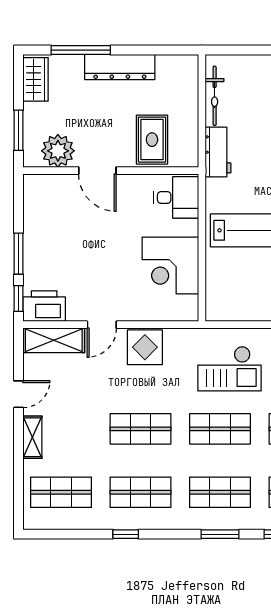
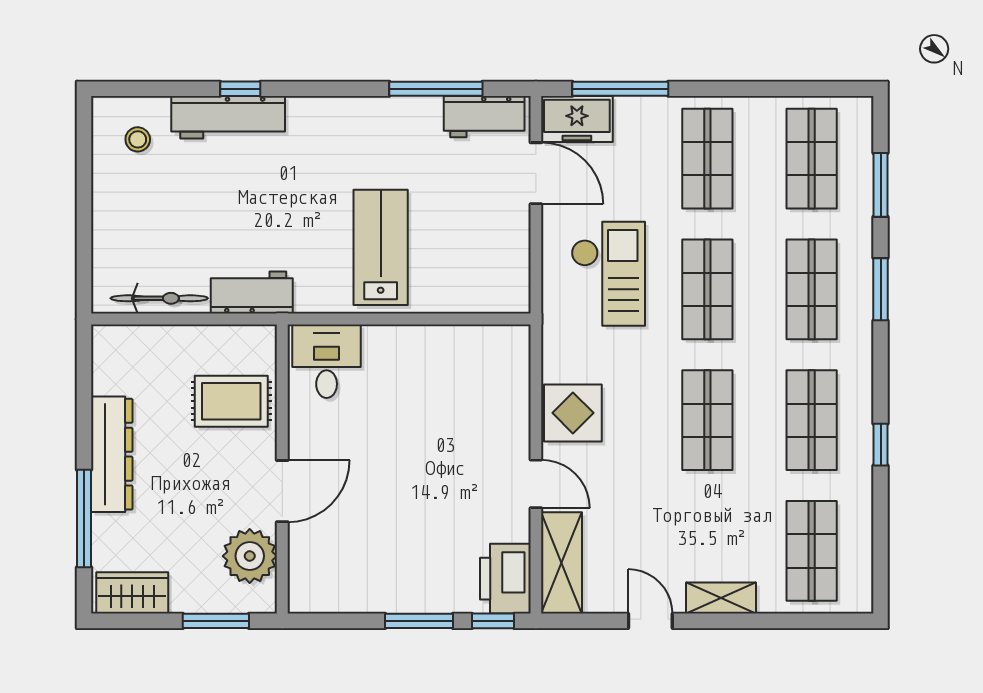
corner desk: (170, 265) -> (438, 371), removed

